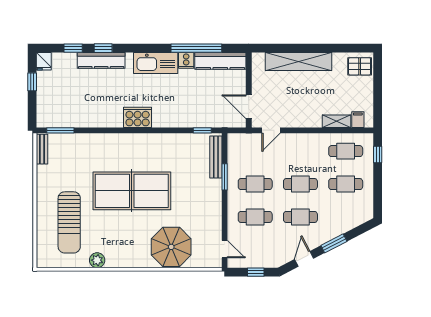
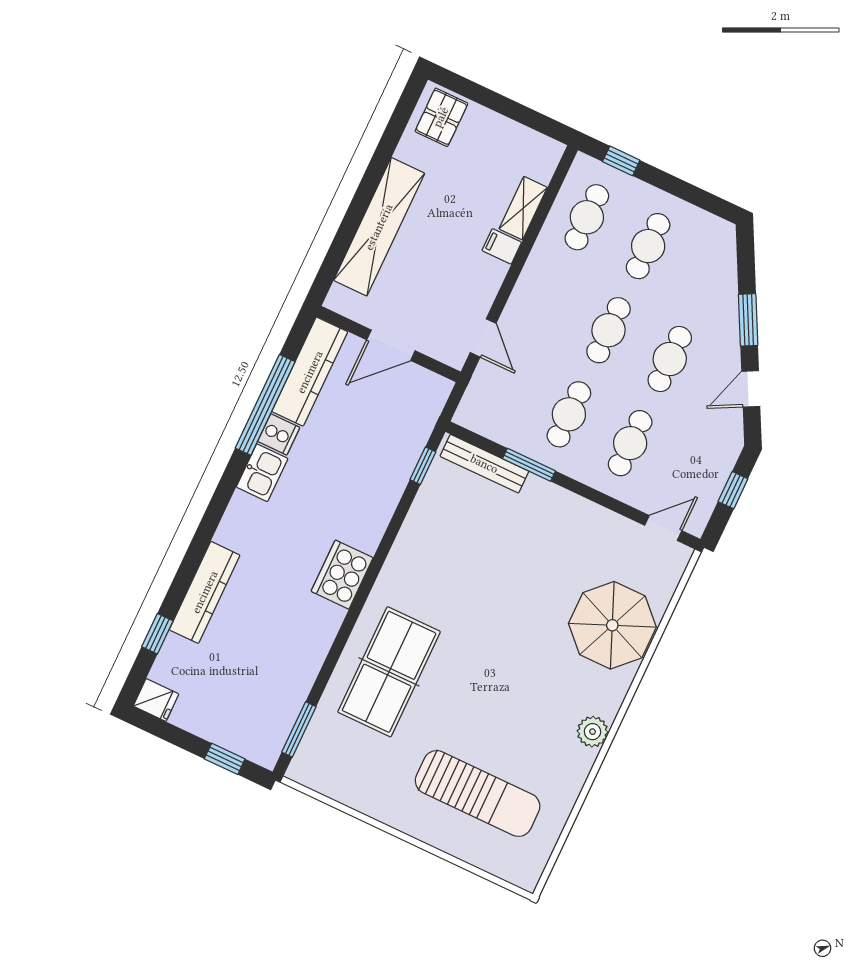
window: (103, 48) -> (183, 578), removed
kitchen sink: (156, 63) -> (262, 473), width x0.53, depth x0.81
window: (32, 82) -> (225, 759), moved
door: (249, 107) -> (391, 345), moved
filing cabinet: (358, 120) -> (502, 246), moved
bench: (42, 149) -> (318, 780), removed
table tennis table: (132, 191) -> (389, 672), moved, width x0.73, depth x0.76
door: (304, 259) -> (751, 389), hinge flipped
plant: (97, 260) -> (593, 732), moved

